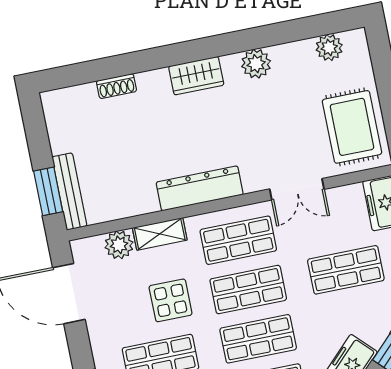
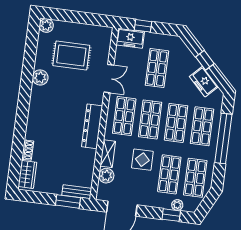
plant: (329, 48) -> (46, 25), moved
wardrobe: (196, 76) -> (27, 174), moved
rug: (352, 127) -> (71, 55), moved
bench: (69, 192) -> (77, 192), width x0.73

